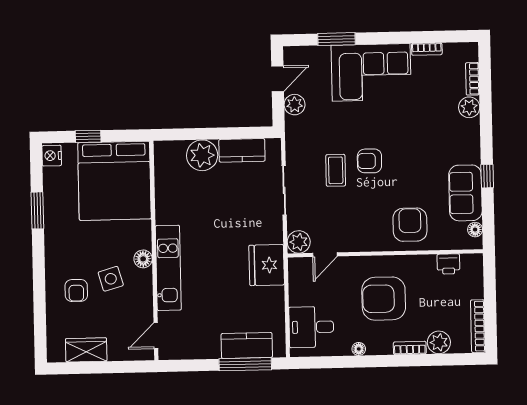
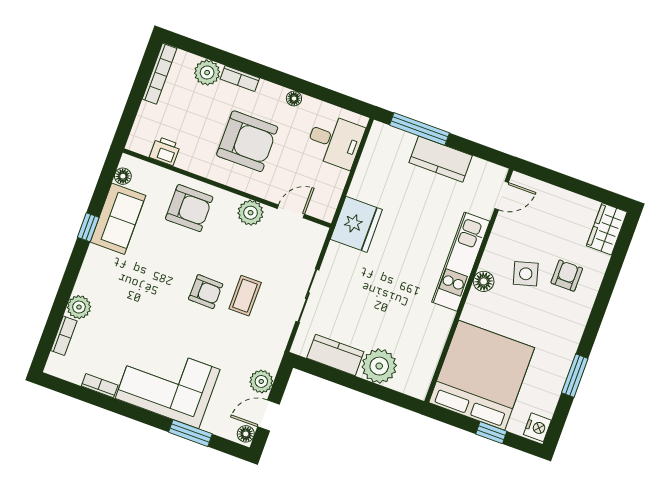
floor lamp: (290, 56) -> (246, 434), added
armchair: (410, 225) -> (189, 208), turned -90
plant: (299, 242) -> (251, 213), moved
kitchen counter: (247, 345) -> (441, 159), moved
wardrobe: (86, 350) -> (607, 229), moved, turned 90

